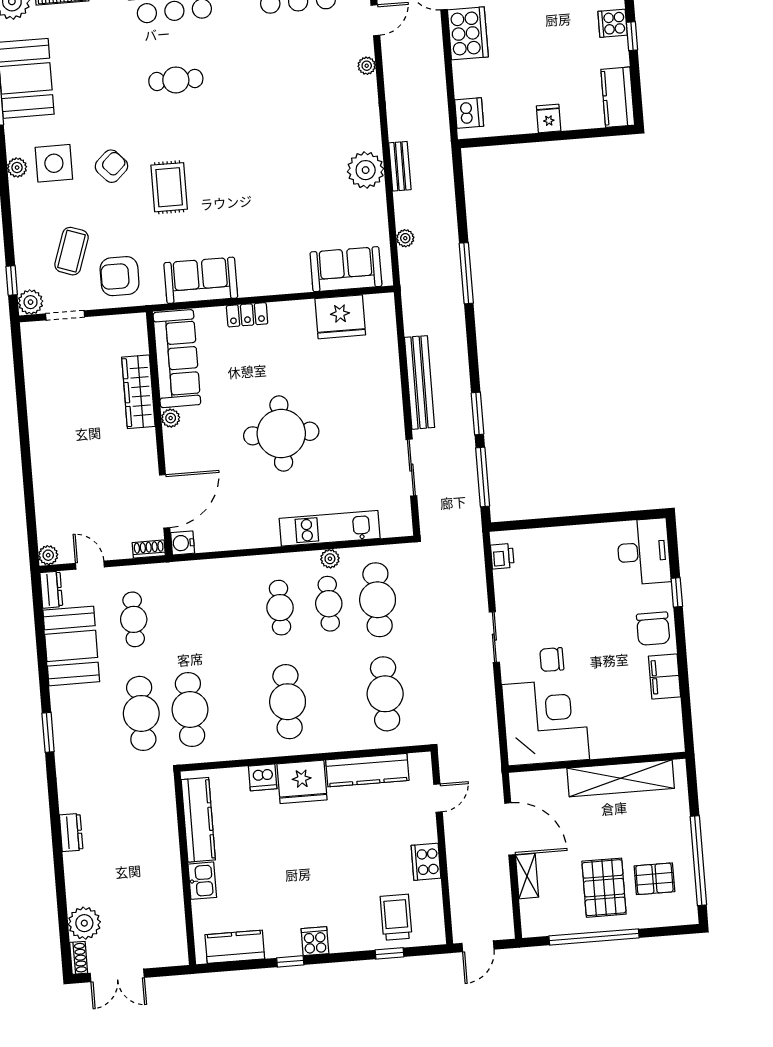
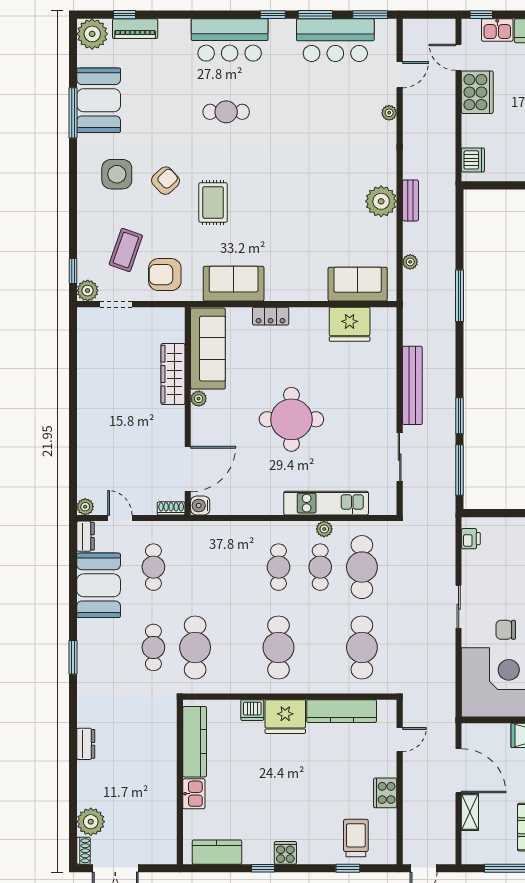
plant: (17, 168) -> (85, 175), removed
cafe table: (141, 713) -> (153, 647), width x0.73, depth x0.74

